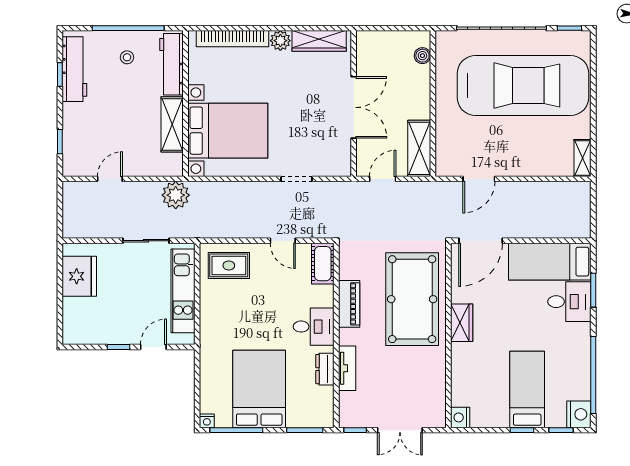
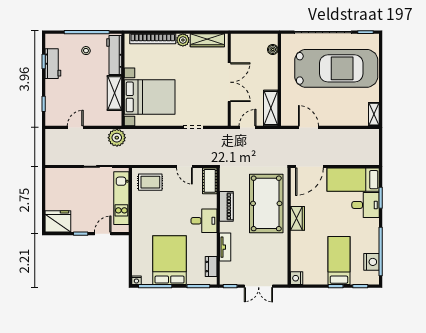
workbench: (74, 69) -> (53, 64), width x0.73
door: (479, 179) -> (308, 127), swing flipped
fridge: (79, 276) -> (58, 221), moved, turned -90
dresser: (325, 369) -> (211, 267), moved
nightstand: (579, 414) -> (372, 262), moved

